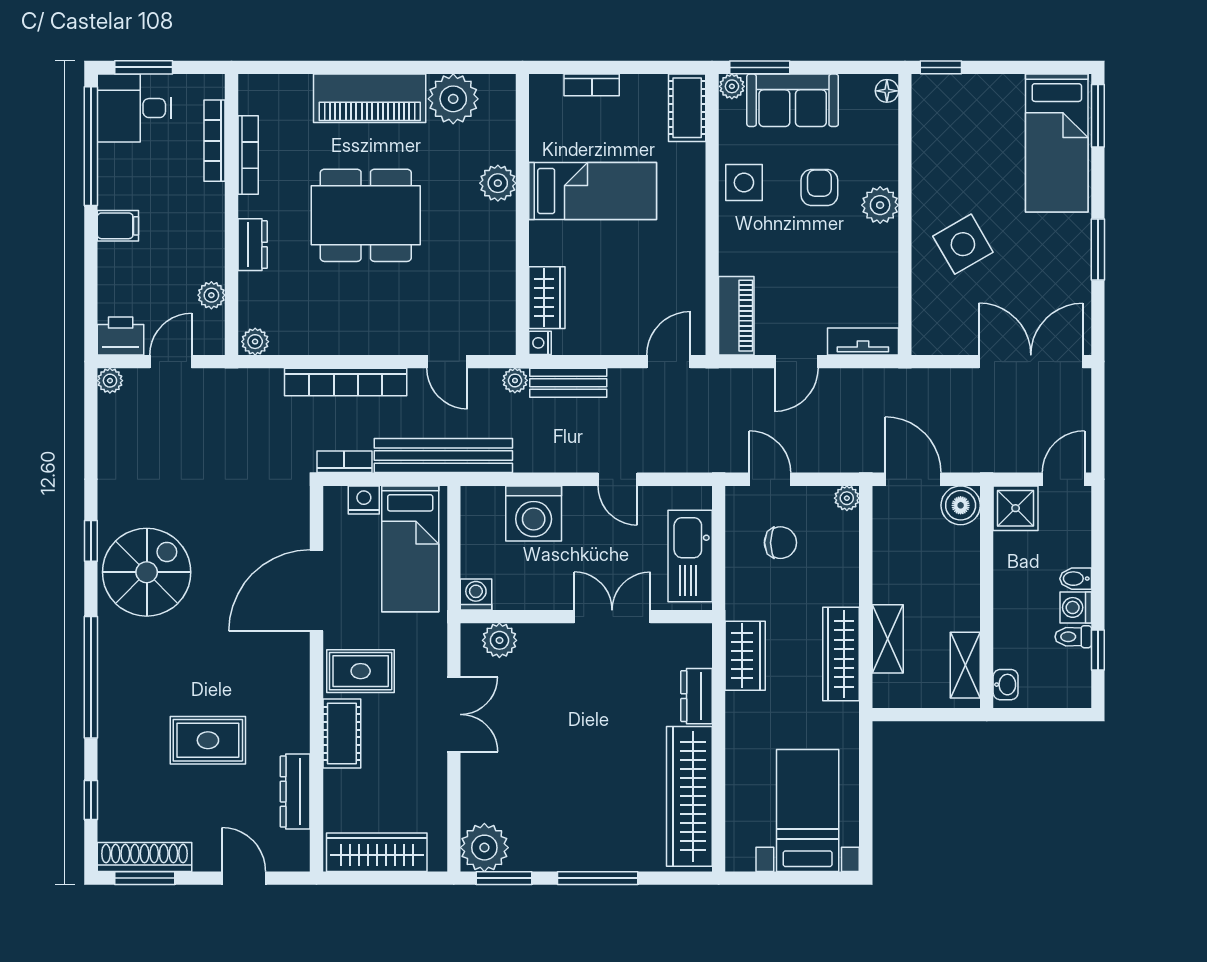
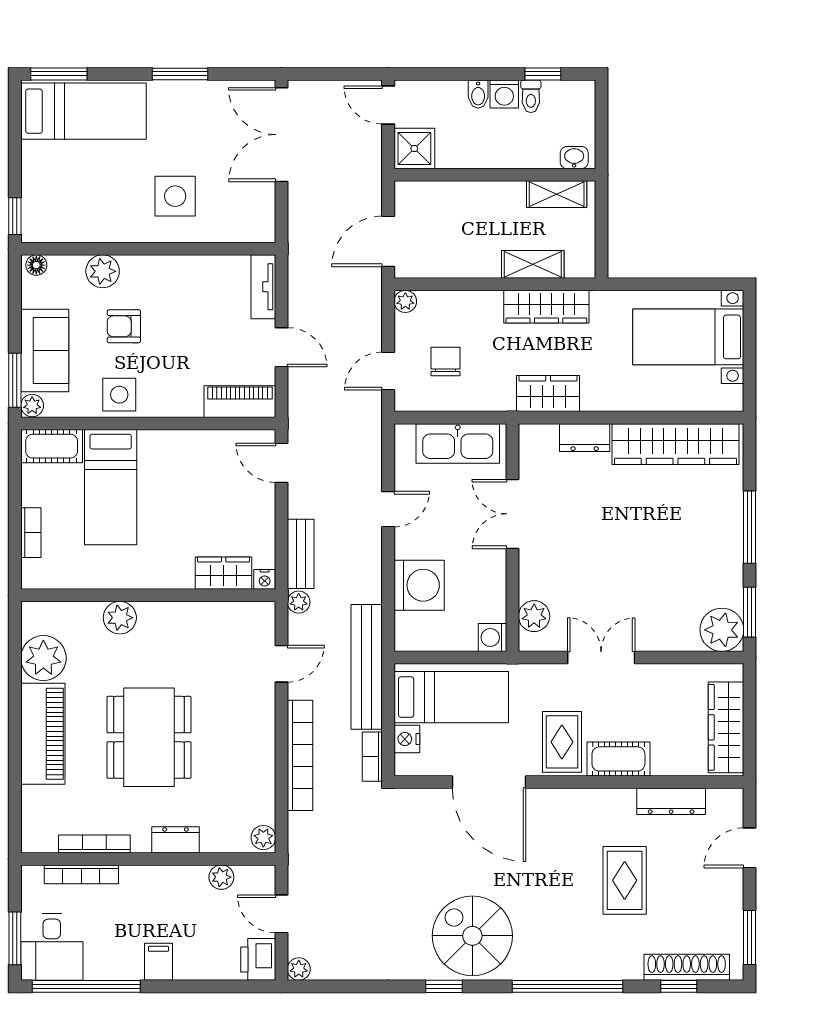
bed: (593, 191) -> (111, 487), moved, turned 180
plant: (880, 205) -> (103, 271), moved
side table: (963, 244) -> (175, 196), turned 30
boiler: (961, 505) -> (412, 198), removed
shoe rack: (145, 857) -> (687, 967), moved, turned 90

